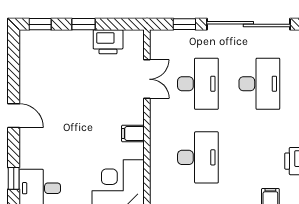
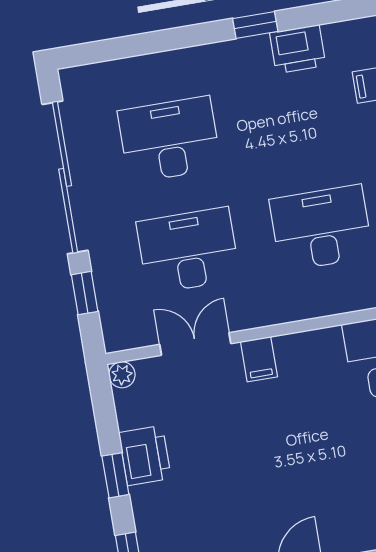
plant: (137, 37) -> (122, 375), added
printer: (108, 42) -> (145, 455), moved
filing cabinet: (133, 133) -> (259, 359), moved

